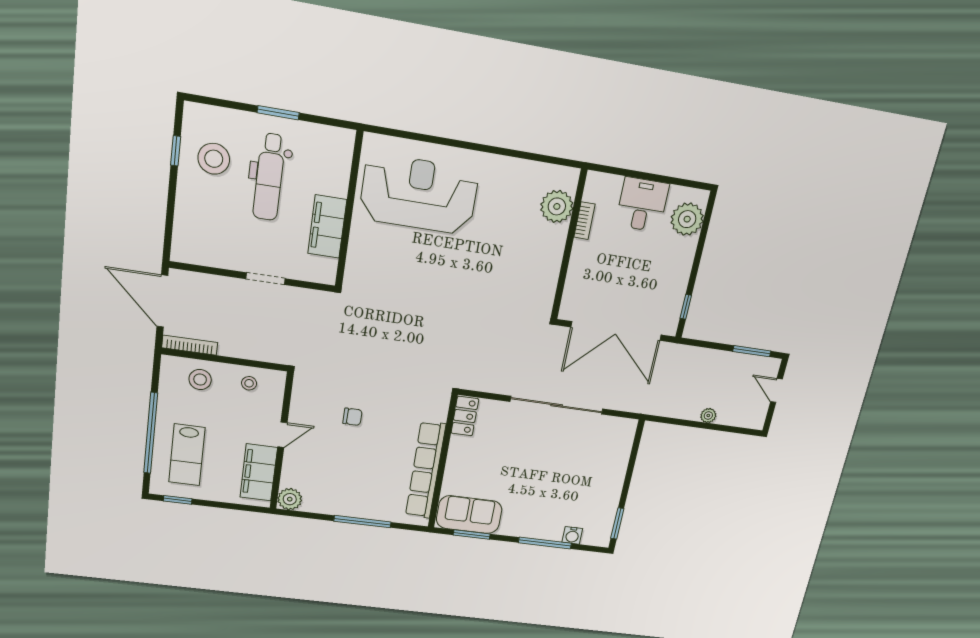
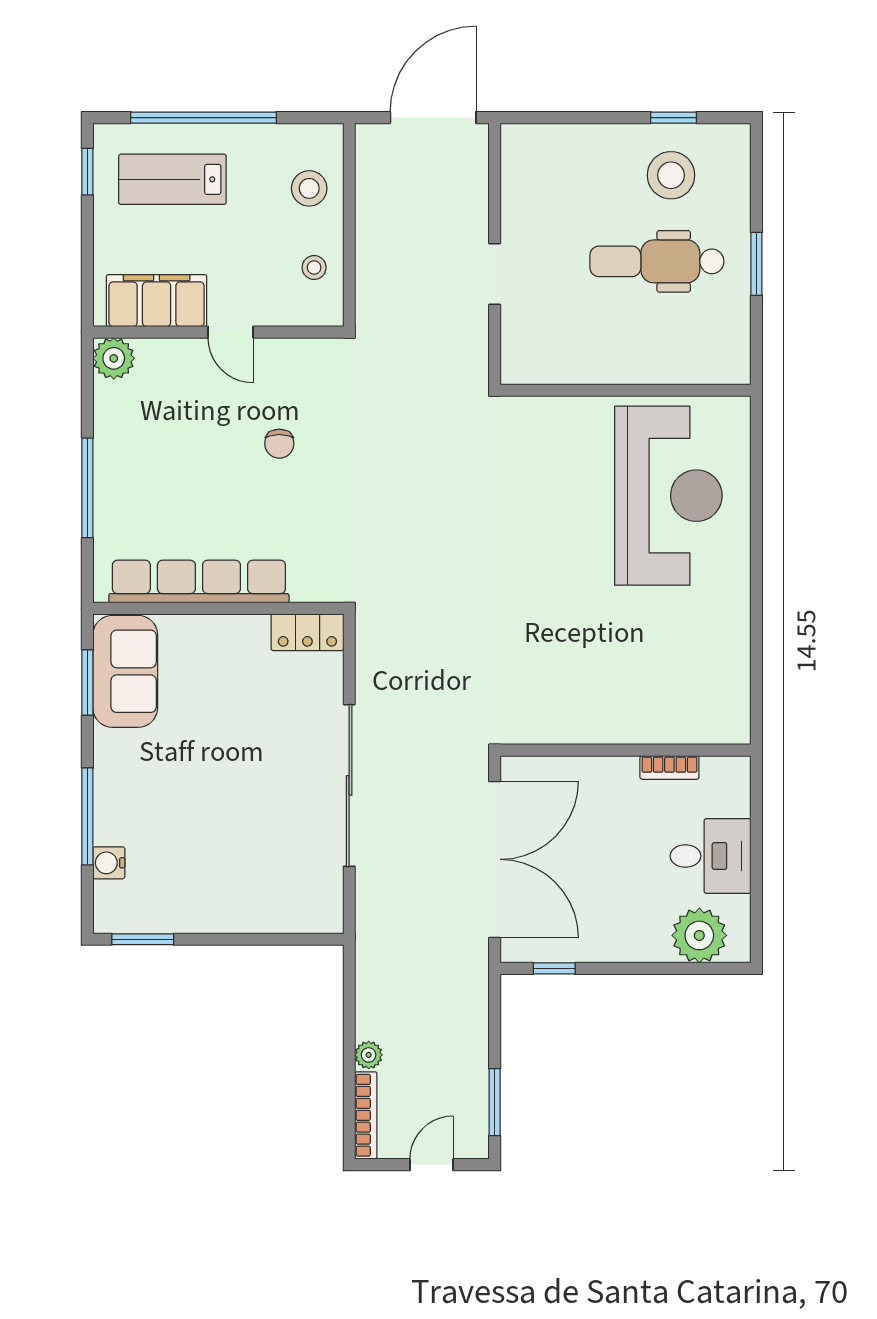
plant: (557, 206) -> (685, 718), removed
filing cabinet: (327, 227) -> (594, 360), removed
double door: (616, 331) -> (495, 859), swing flipped
bookcase: (190, 345) -> (366, 1115), moved

